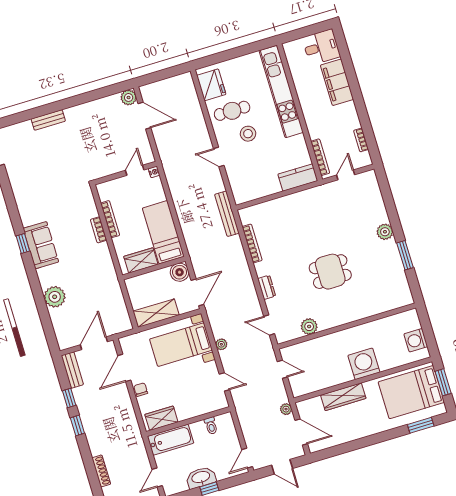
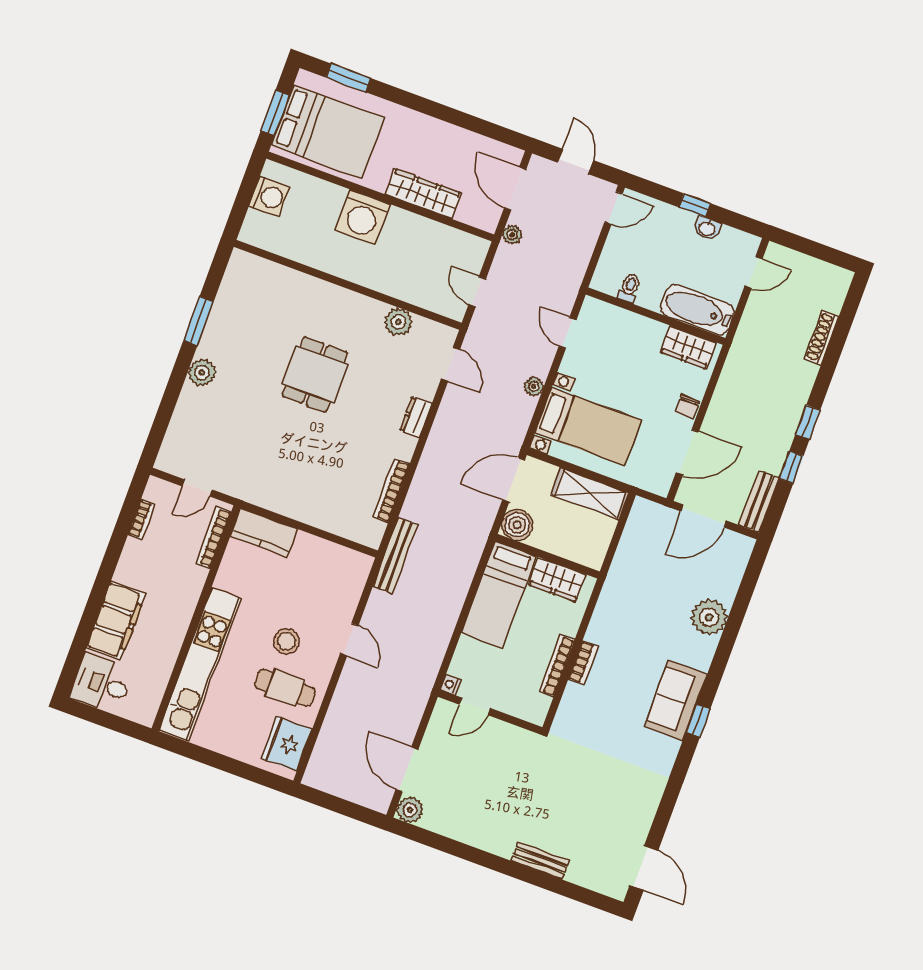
dining table: (330, 272) -> (315, 374), turned 90
washbasin: (201, 478) -> (707, 228), width x0.52, depth x0.69

